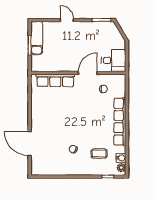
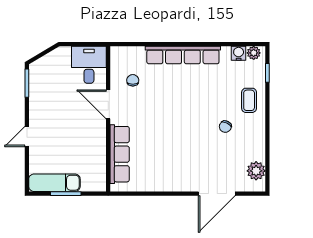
coffee table: (99, 154) -> (249, 100), moved
plant: (44, 169) -> (256, 171), added

